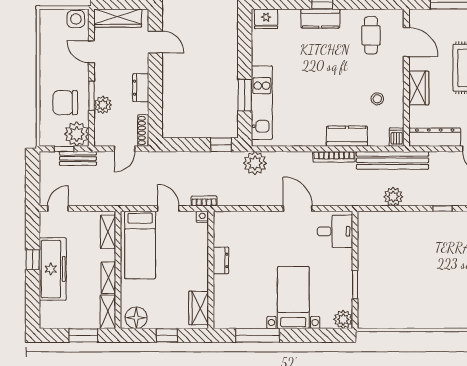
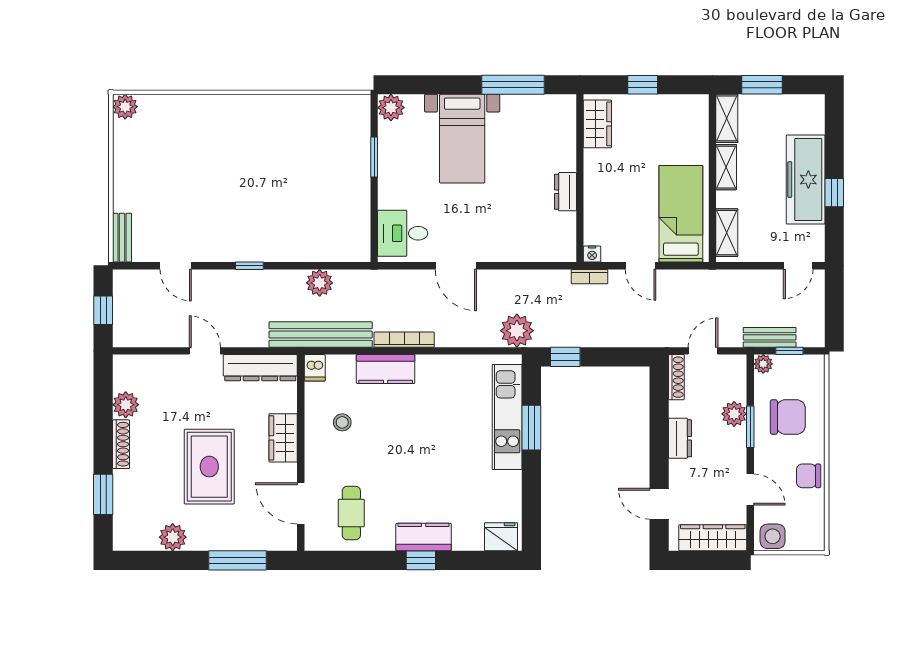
chair: (51, 61) -> (809, 476), added
plant: (77, 134) -> (763, 364), width x0.53, depth x0.53
floor lamp: (136, 318) -> (687, 110), removed

